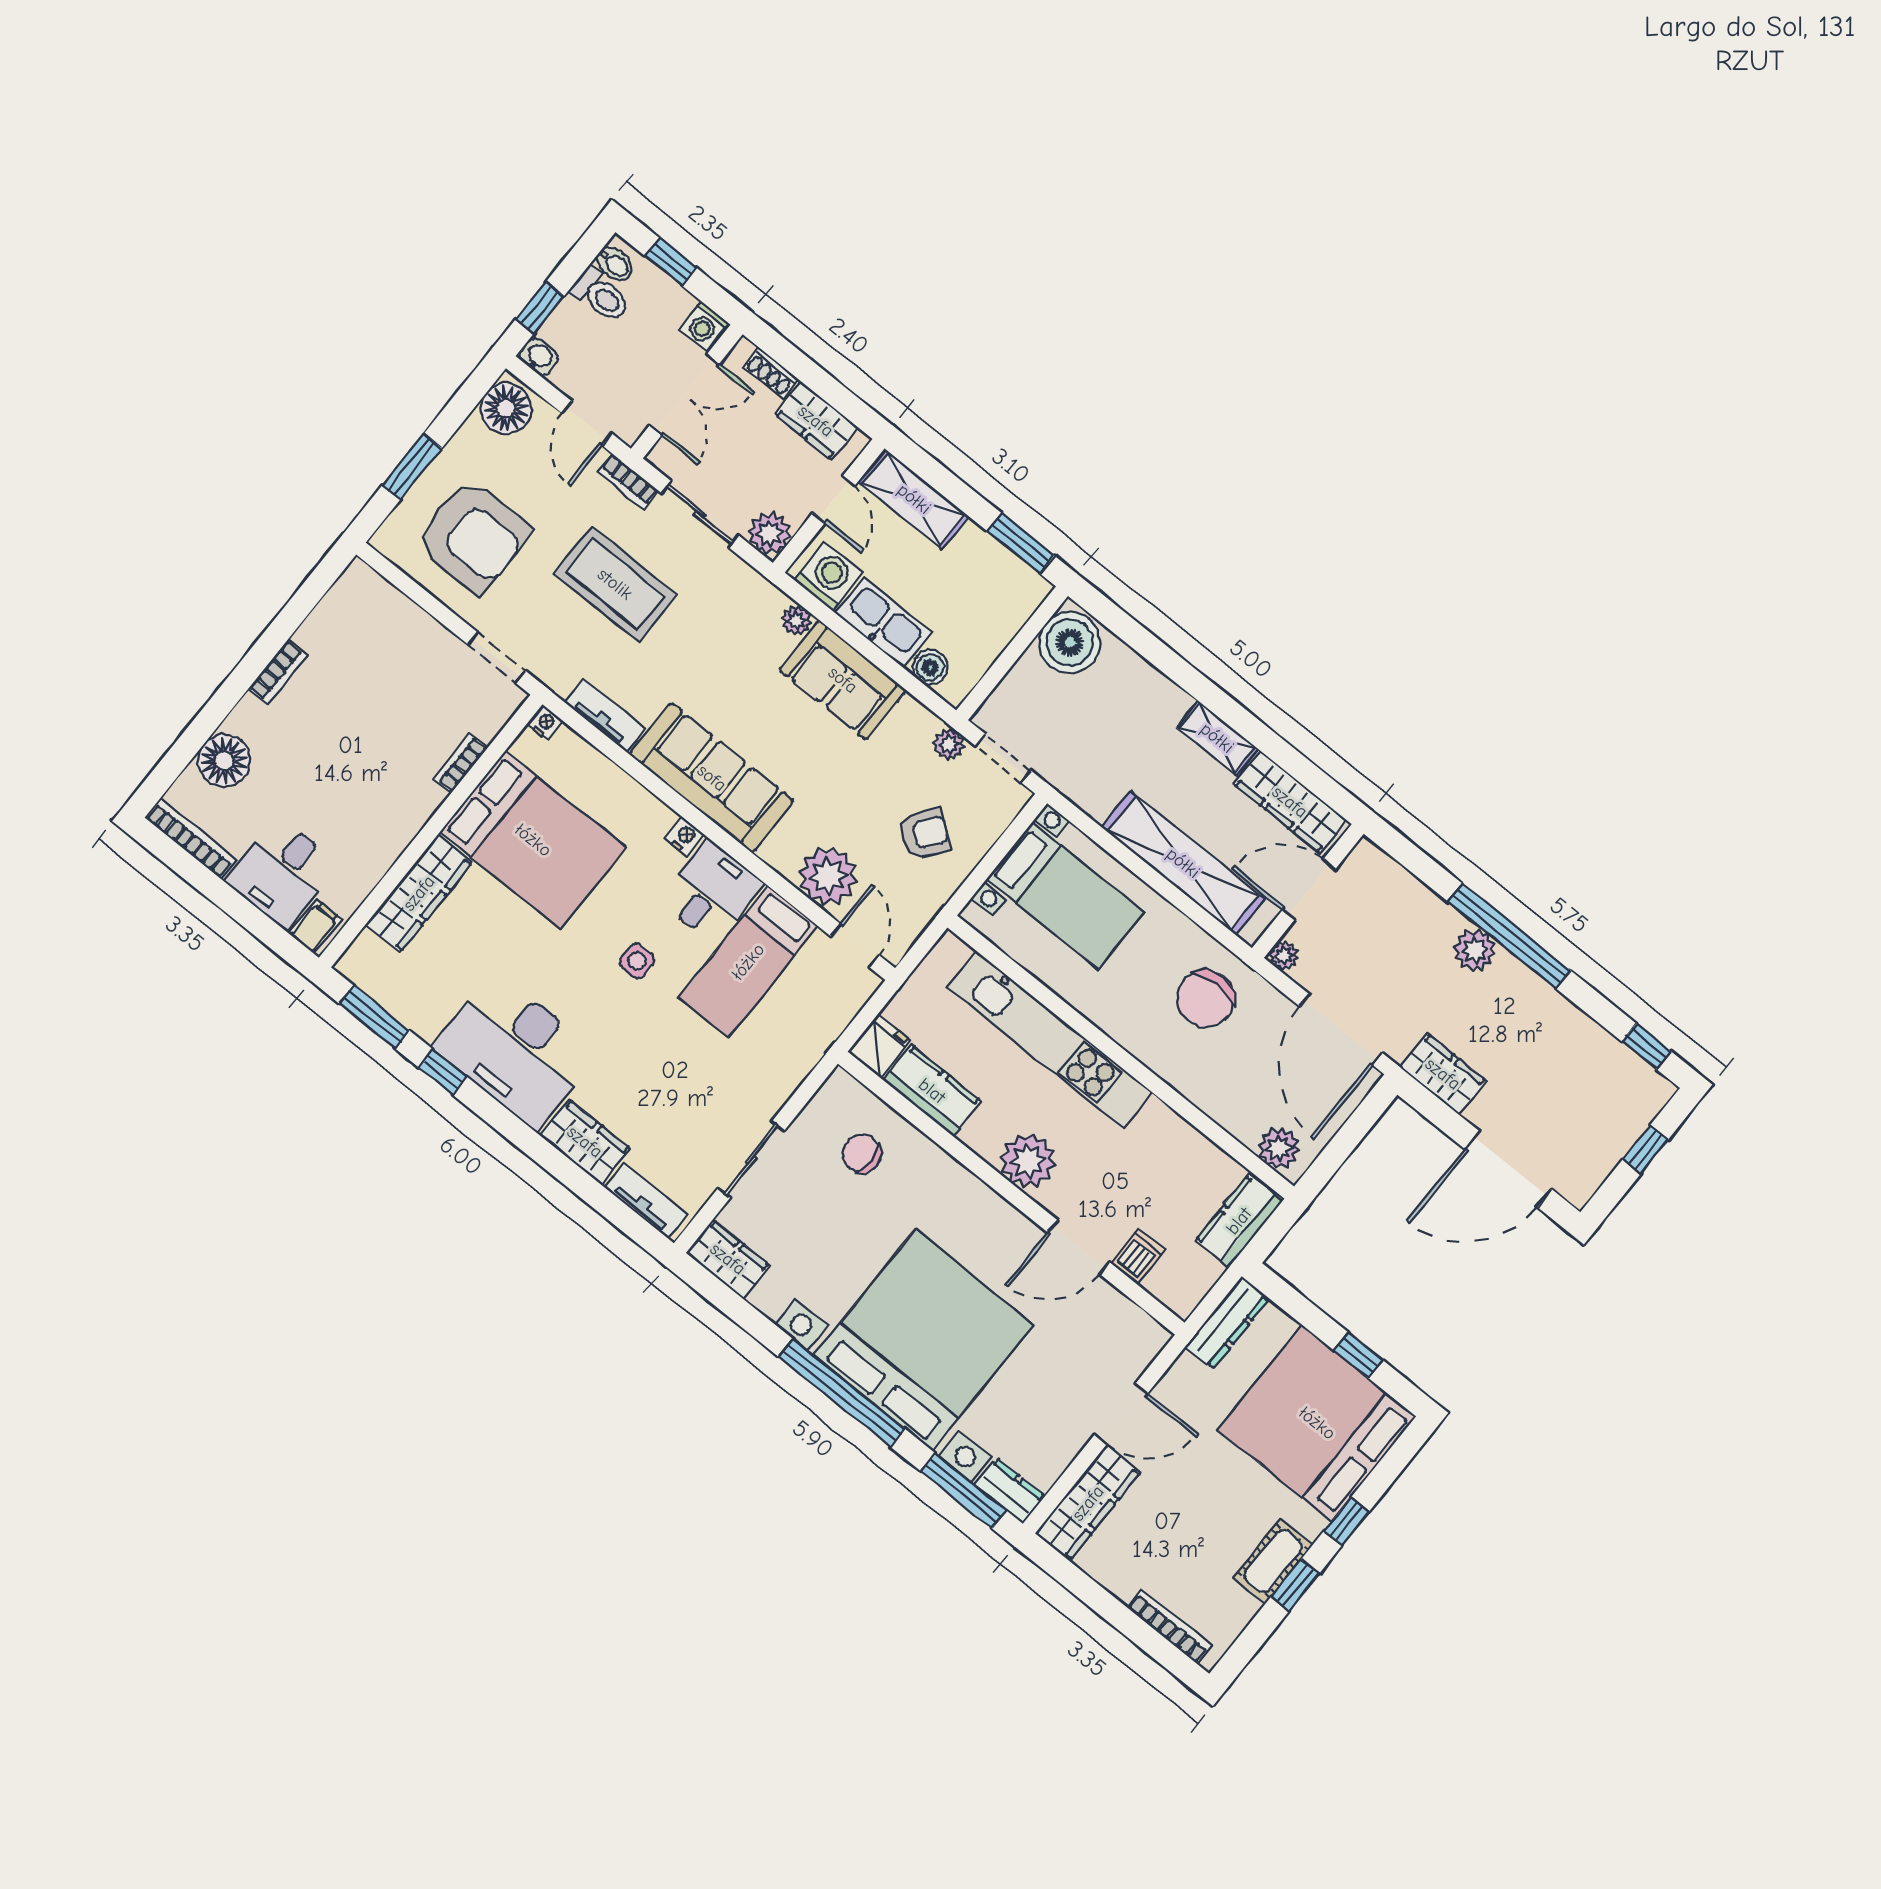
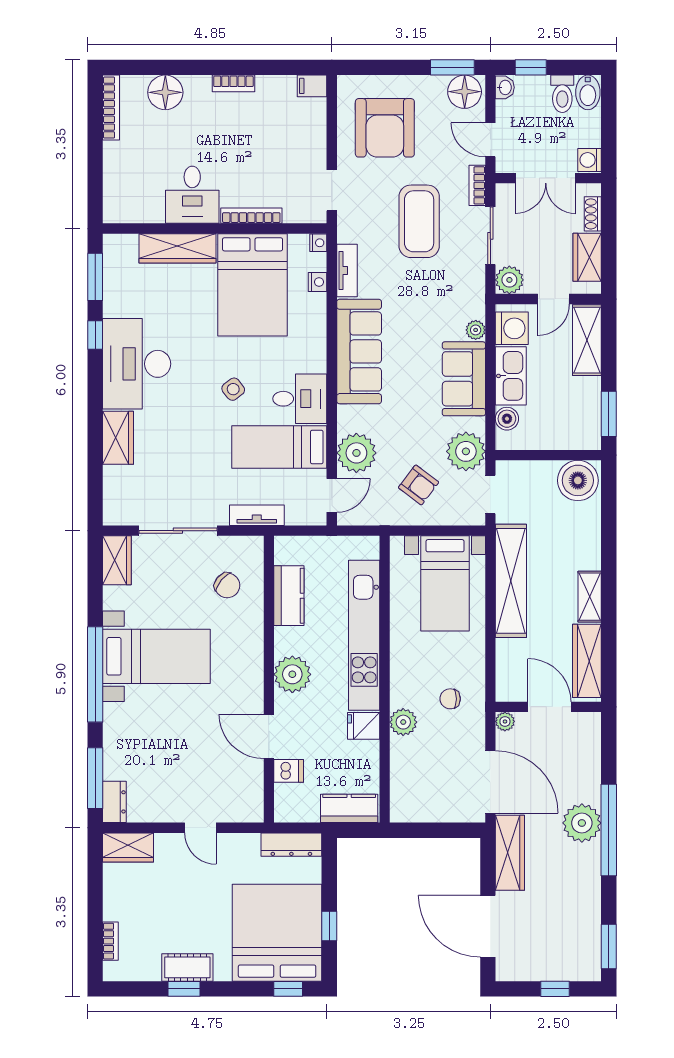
window: (671, 262) -> (609, 116), removed
bidet: (615, 264) -> (588, 92), width x1.38, depth x1.36
door: (587, 423) -> (490, 140), hinge flipped
window: (412, 467) -> (452, 67), moved
plant: (949, 744) -> (466, 451), width x1.88, depth x1.88
bookcase: (461, 763) -> (251, 216), width x1.56
nightstand: (685, 836) -> (318, 282), moved
shelving: (1183, 863) -> (511, 581), moved
desk: (282, 873) -> (192, 195), moved, turned -90
filing cabinet: (315, 926) -> (312, 86), moved, turned 180
plant: (1475, 950) -> (582, 823), width x1.36, depth x1.36
side table: (637, 961) -> (233, 389), turned -38
chair: (1206, 999) -> (450, 699), width x0.54, depth x0.54
door: (1341, 1030) -> (490, 782), swing flipped
window: (1646, 1046) -> (609, 946), width x1.50
fridge: (880, 1047) -> (364, 726), moved, turned 180
wardrobe: (1443, 1074) -> (510, 853), width x1.50
plant: (1279, 1148) -> (403, 722), moved
chair: (862, 1153) -> (227, 585), turned 130
sliding door: (751, 1160) -> (178, 531), width x1.37
tv unit: (646, 1201) -> (257, 515), moved, turned -90
bed with nightstands: (924, 1340) -> (156, 656), width x0.54
door: (1121, 1414) -> (200, 828), width x0.73
wardrobe: (1088, 1503) -> (128, 847), width x0.67
window: (1346, 1521) -> (288, 989), moved
bookcase: (1169, 1627) -> (110, 941), width x0.64

